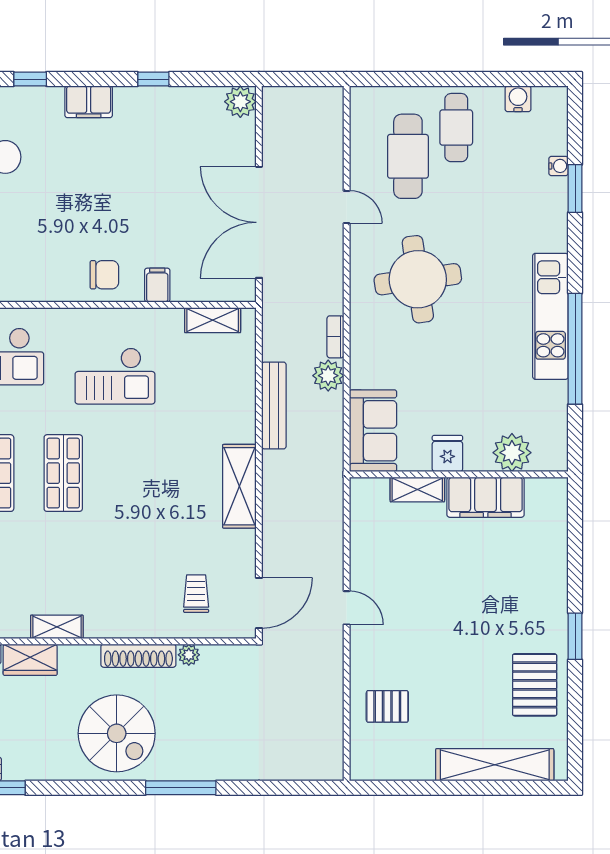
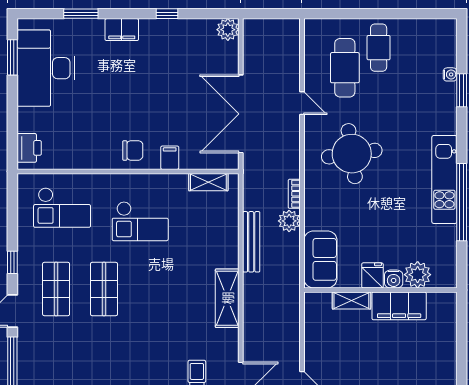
window: (30, 79) -> (81, 14), width x1.50
water cooler: (518, 99) -> (394, 279), moved, turned 180

